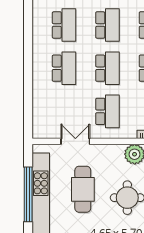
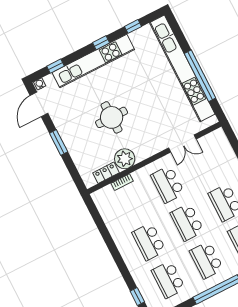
cafe table: (83, 189) -> (154, 105), removed

